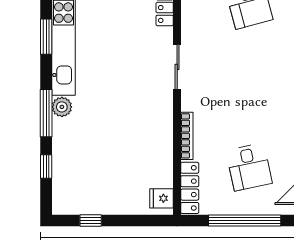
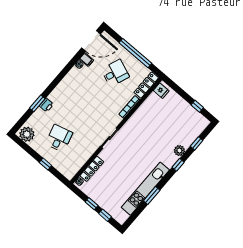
plant: (62, 107) -> (179, 151), moved
window: (46, 113) -> (178, 165), width x0.46
desk: (249, 167) -> (115, 73), turned 33

